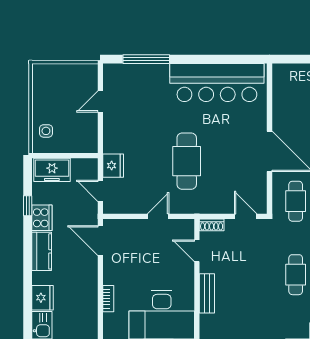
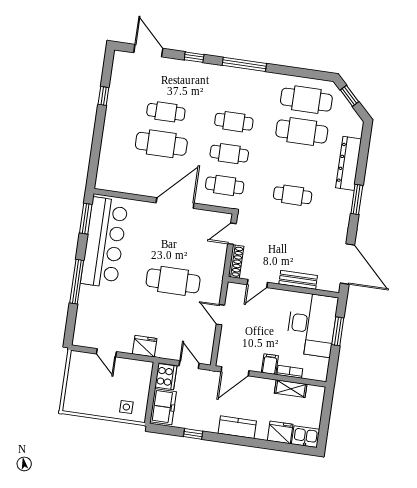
window: (146, 59) -> (77, 282), moved
window: (239, 59) -> (86, 219), added
fridge: (113, 166) -> (145, 346), moved
door: (100, 191) -> (189, 365), swing flipped
cooker: (42, 218) -> (166, 377), moved, turned 90
shoe rack: (212, 225) -> (236, 262), width x1.43
filing cabinet: (113, 276) -> (270, 364), added
shelving: (90, 302) -> (291, 389), added

